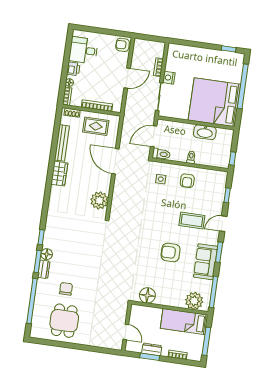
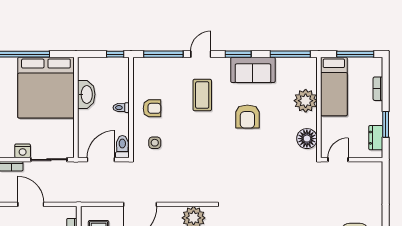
door: (154, 136) -> (101, 160), swing flipped
window: (227, 195) -> (163, 54), width x2.17
door: (223, 224) -> (201, 54), swing flipped
plant: (194, 301) -> (306, 101), moved
door: (126, 332) -> (338, 160), moved
dresser: (152, 349) -> (376, 138), moved

